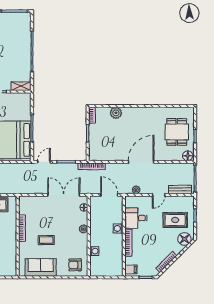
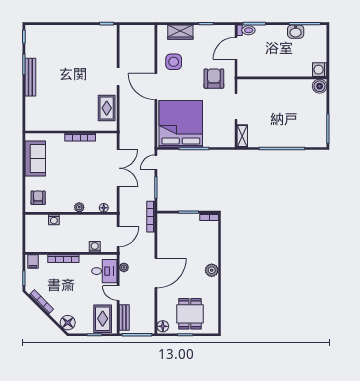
plant: (116, 113) -> (212, 270), moved
dining table: (177, 132) -> (190, 314), turned 90
door: (44, 162) -> (156, 162), swing flipped
door: (141, 162) -> (156, 273), hinge flipped
double door: (64, 195) -> (118, 168), moved
desk: (136, 218) -> (104, 271), moved, turned 90
rug: (175, 220) -> (103, 319), moved
washing machine: (118, 228) -> (95, 247), moved
coffee table: (46, 240) -> (67, 165), removed

